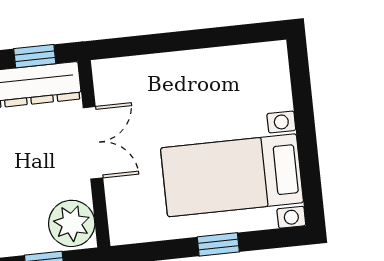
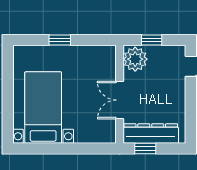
bed with nightstands: (232, 175) -> (43, 108), moved, turned -90

